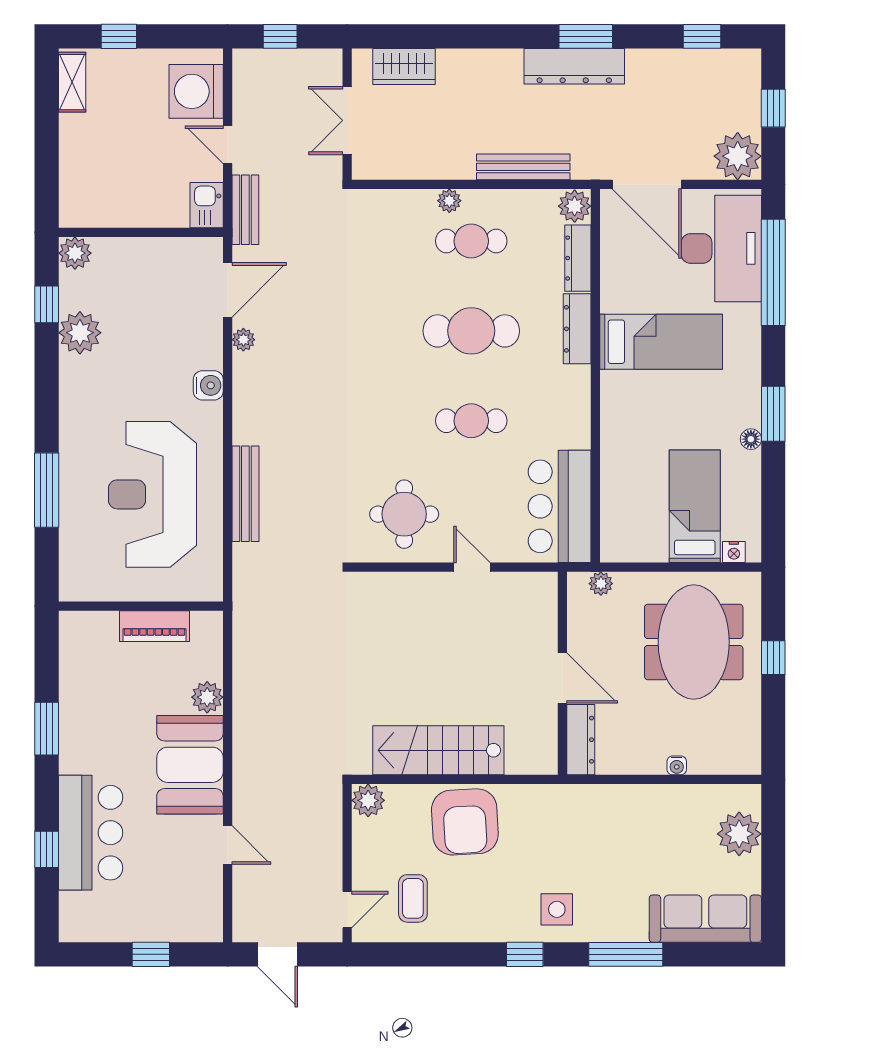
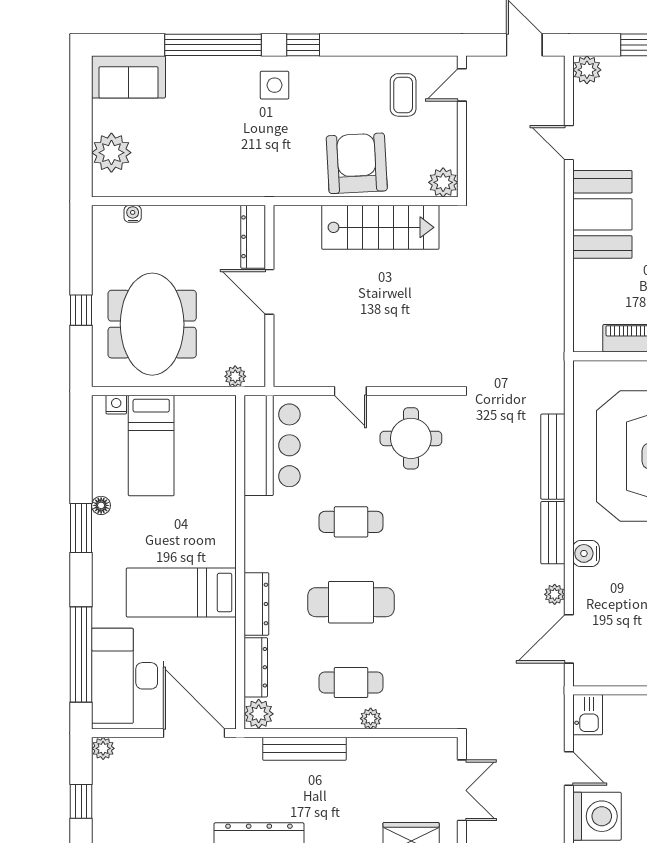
plant: (738, 156) -> (103, 748), width x0.53, depth x0.53
bench: (245, 210) -> (553, 533), moved
plant: (207, 697) -> (587, 70), moved
water cooler: (677, 765) -> (133, 214), moved
sofa: (705, 919) -> (129, 77), width x0.73
window: (626, 954) -> (213, 45), width x1.46

